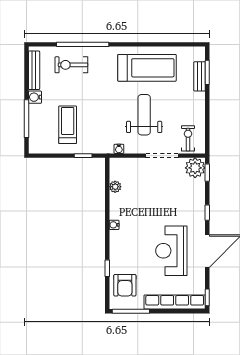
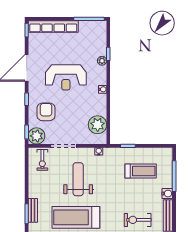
exercise bike: (71, 65) -> (138, 220), turned 180
weight bench: (144, 115) -> (78, 179), turned 180
treadmill: (68, 125) -> (141, 171), turned -90
plant: (115, 187) -> (98, 125), width x1.88, depth x1.88
reception desk: (171, 251) -> (66, 77), moved, turned 90
plant: (115, 260) -> (102, 61), added
armchair: (125, 285) -> (46, 112), moved

